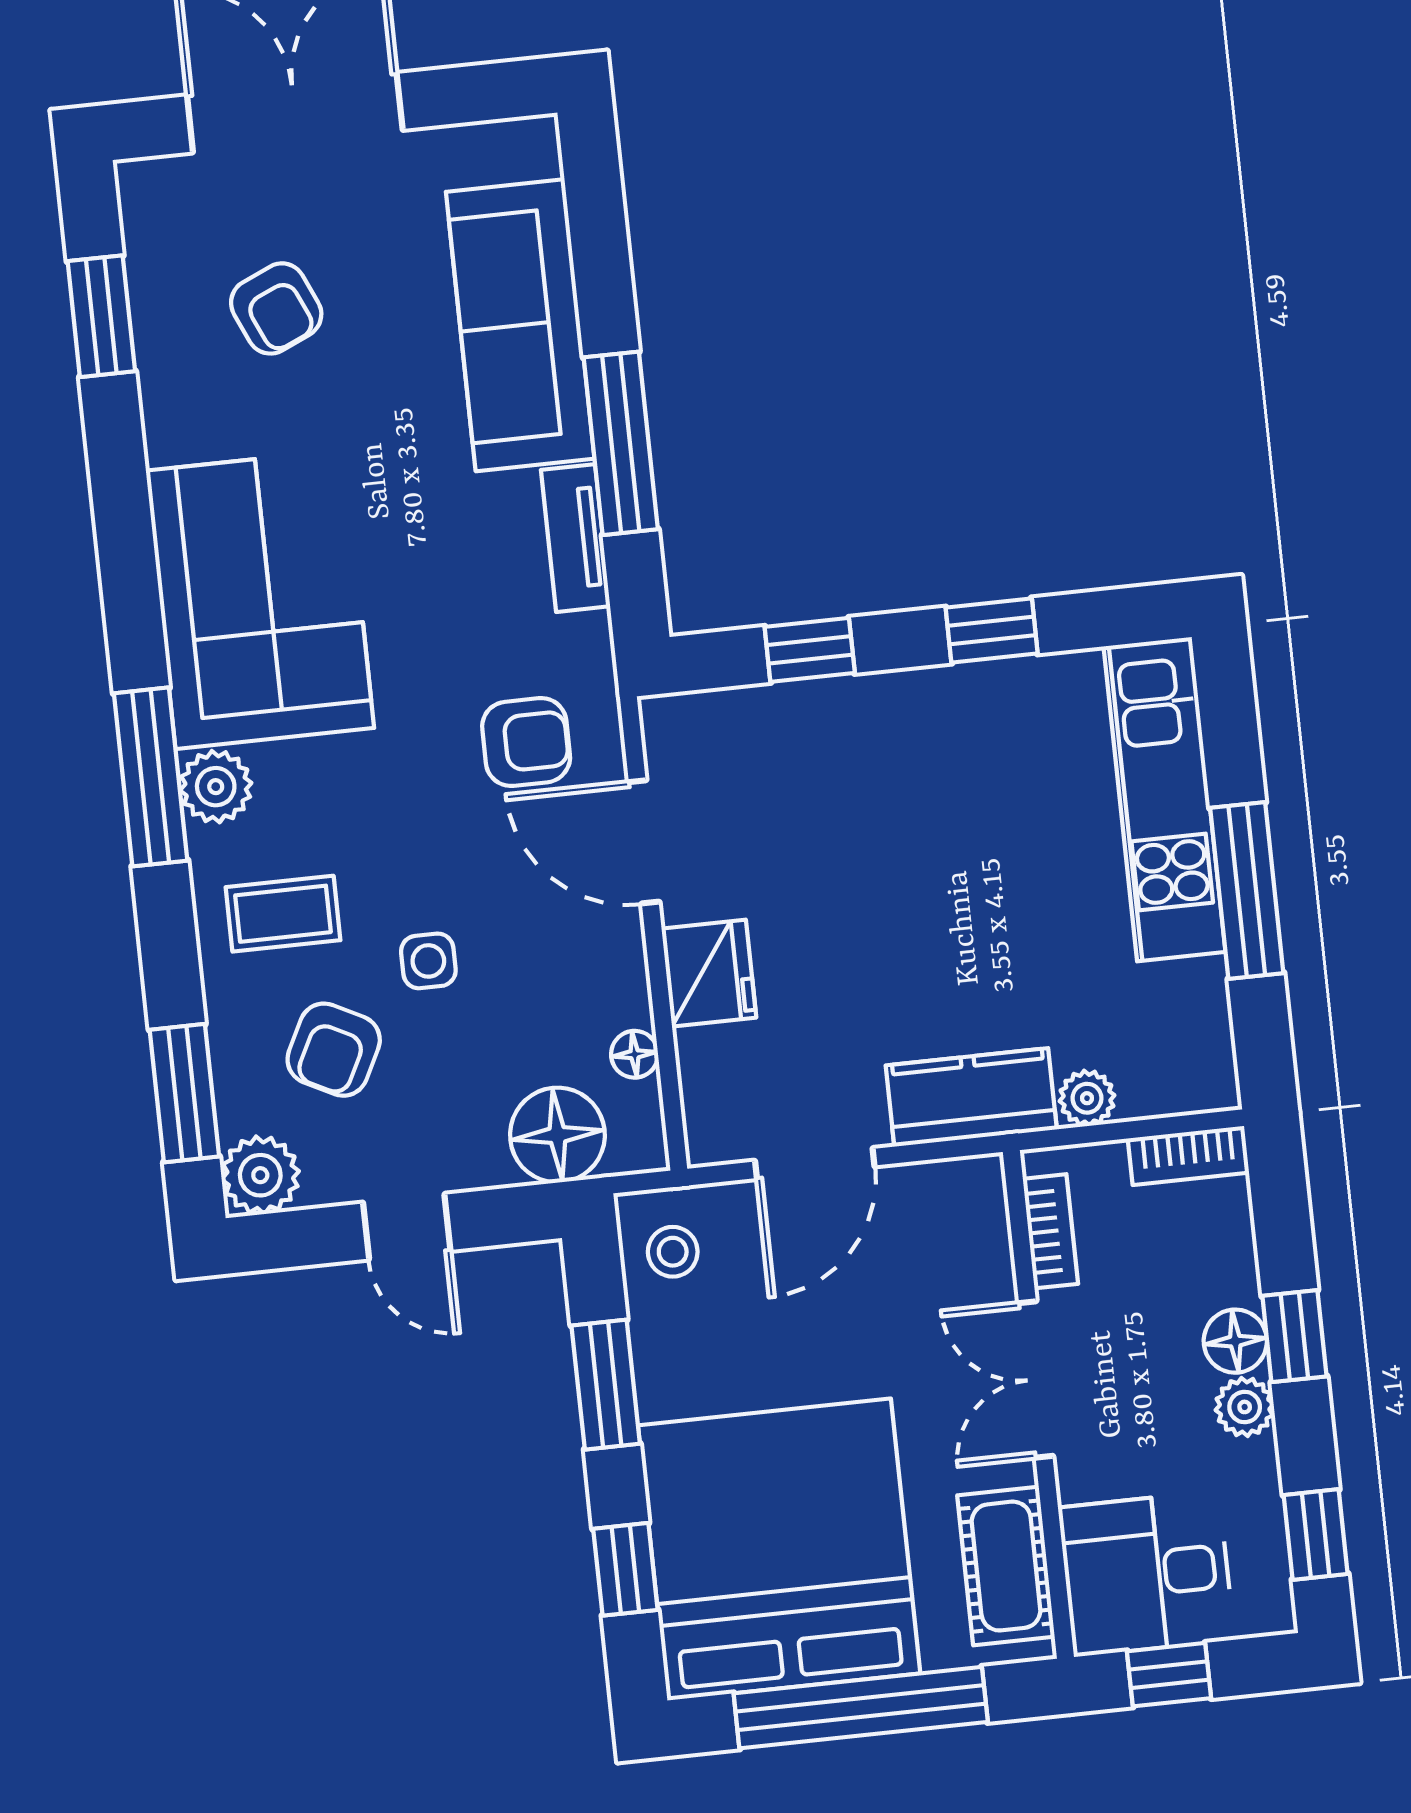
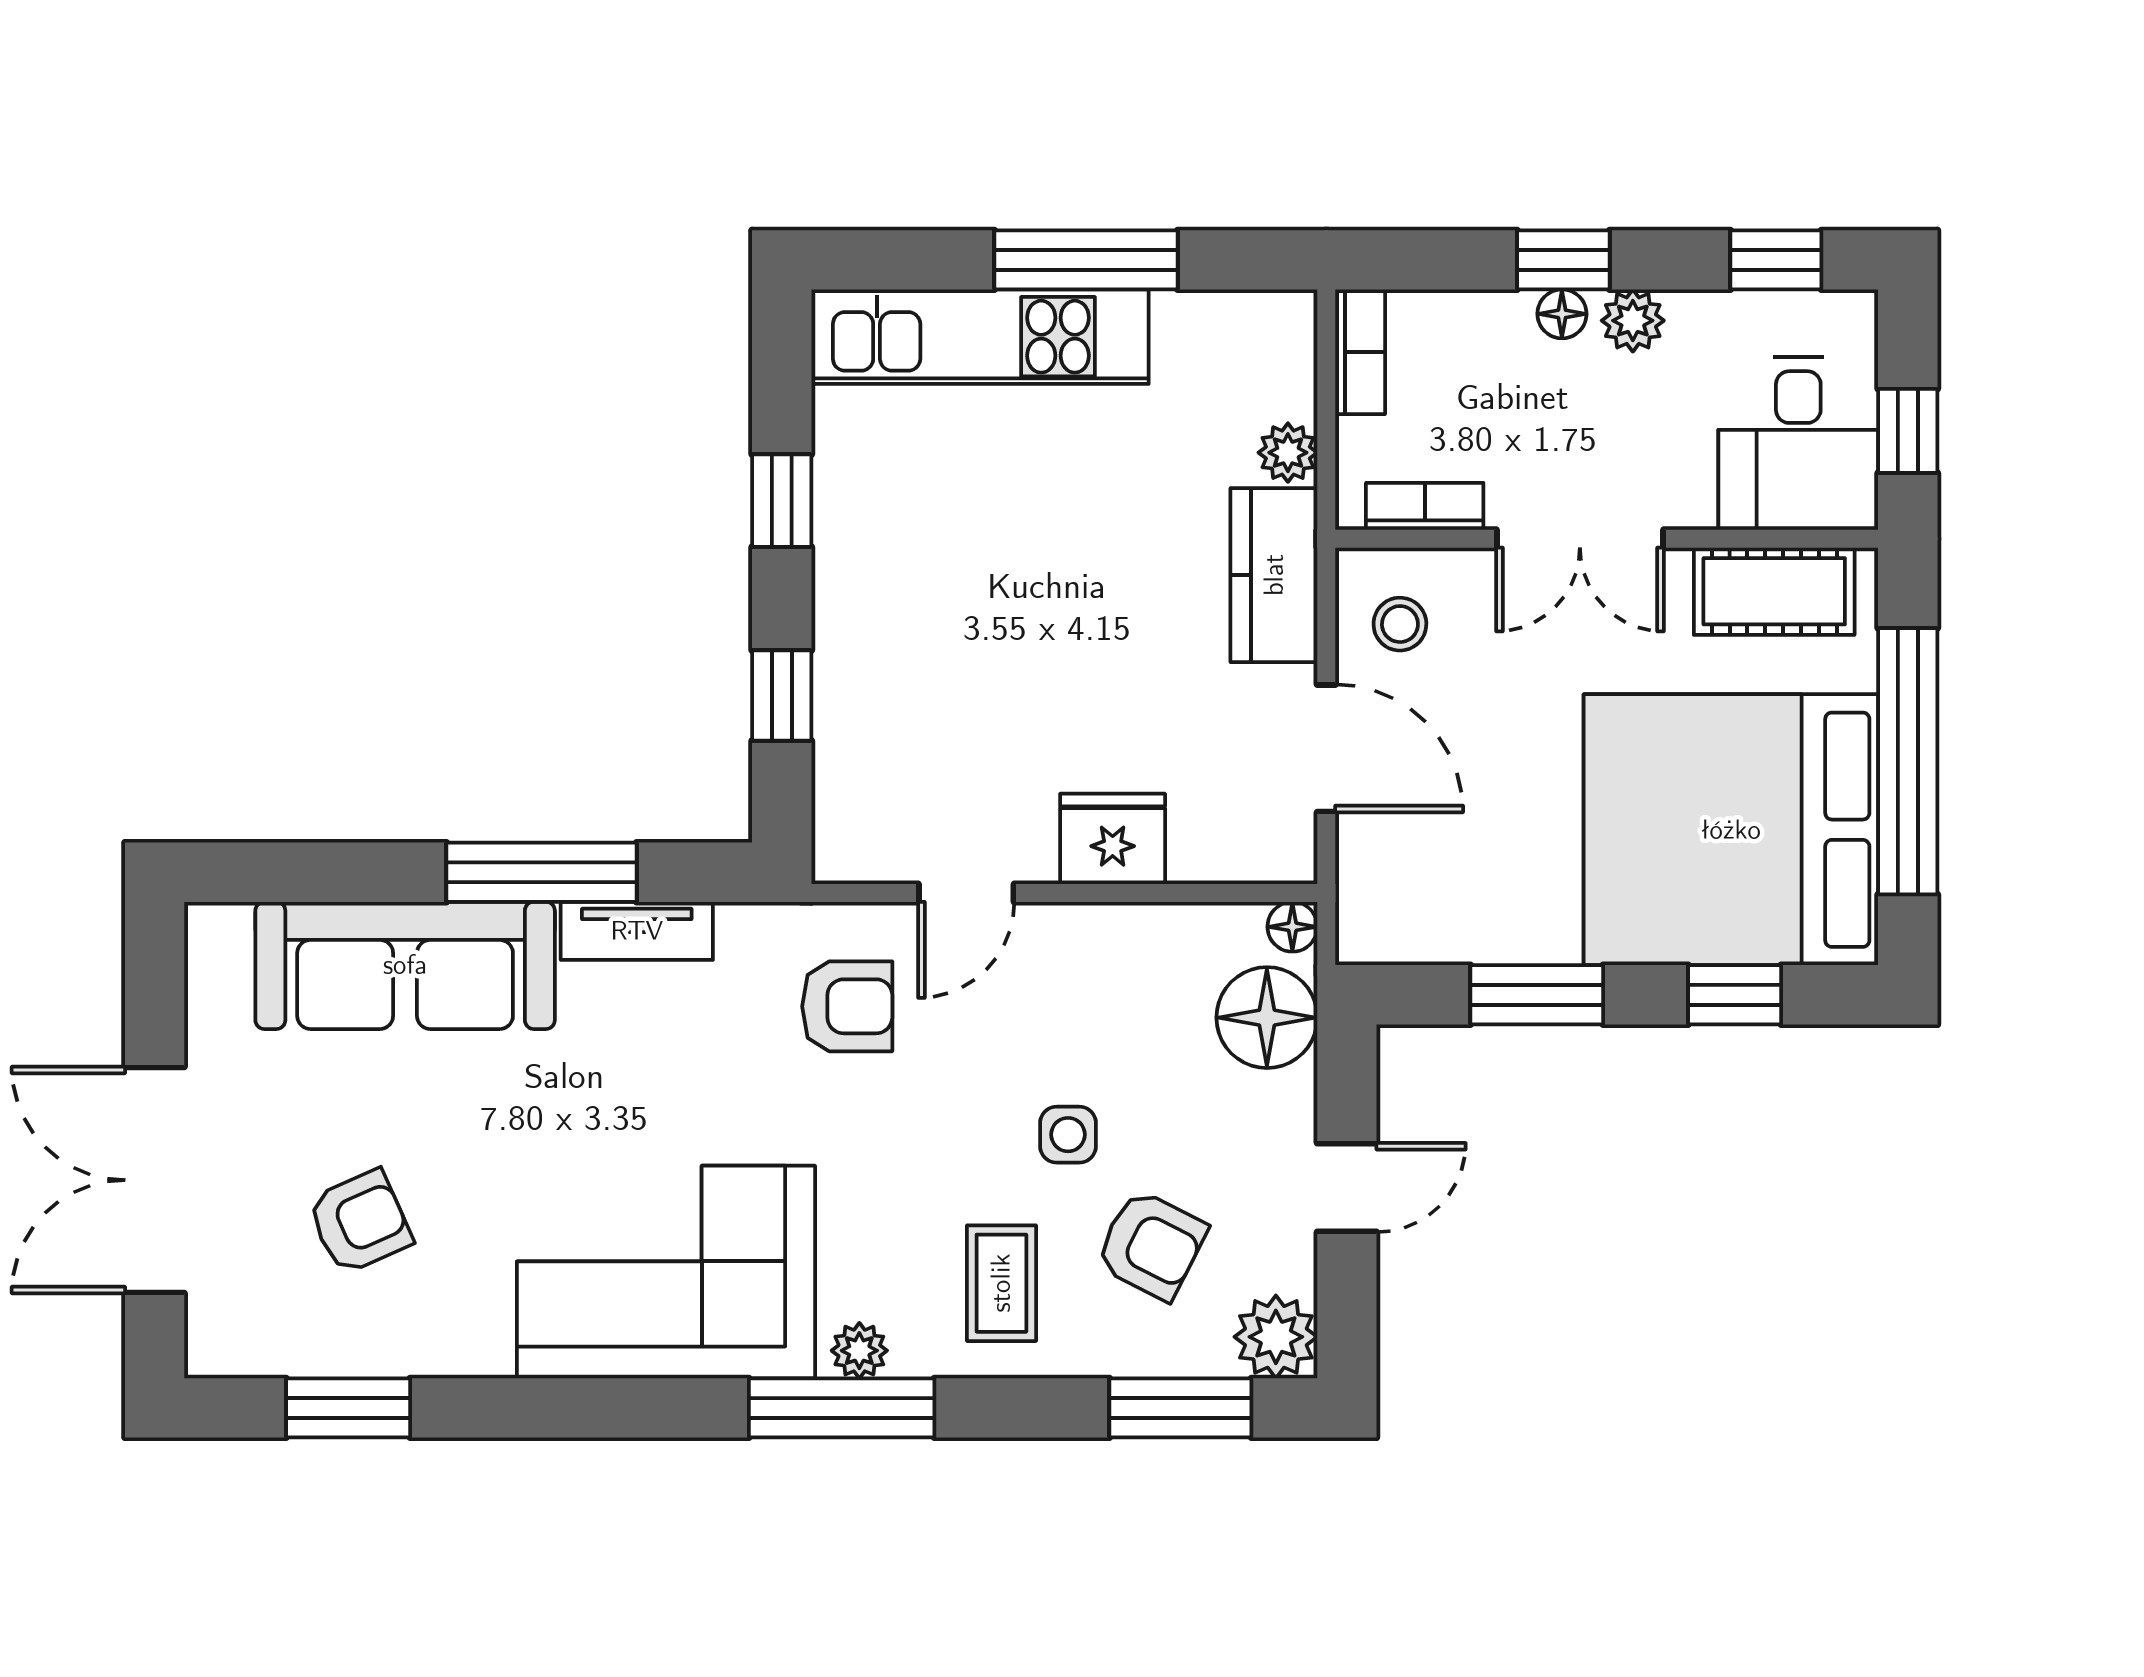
armchair: (526, 742) -> (847, 1006), turned 90
plant: (216, 787) -> (859, 1351), width x0.73, depth x0.73
door: (644, 842) -> (966, 893), width x0.73
floor lamp: (635, 1054) -> (1292, 927), moved
stool: (673, 1252) -> (1400, 624), moved
floor lamp: (1235, 1341) -> (1562, 314), width x0.73, depth x0.73

